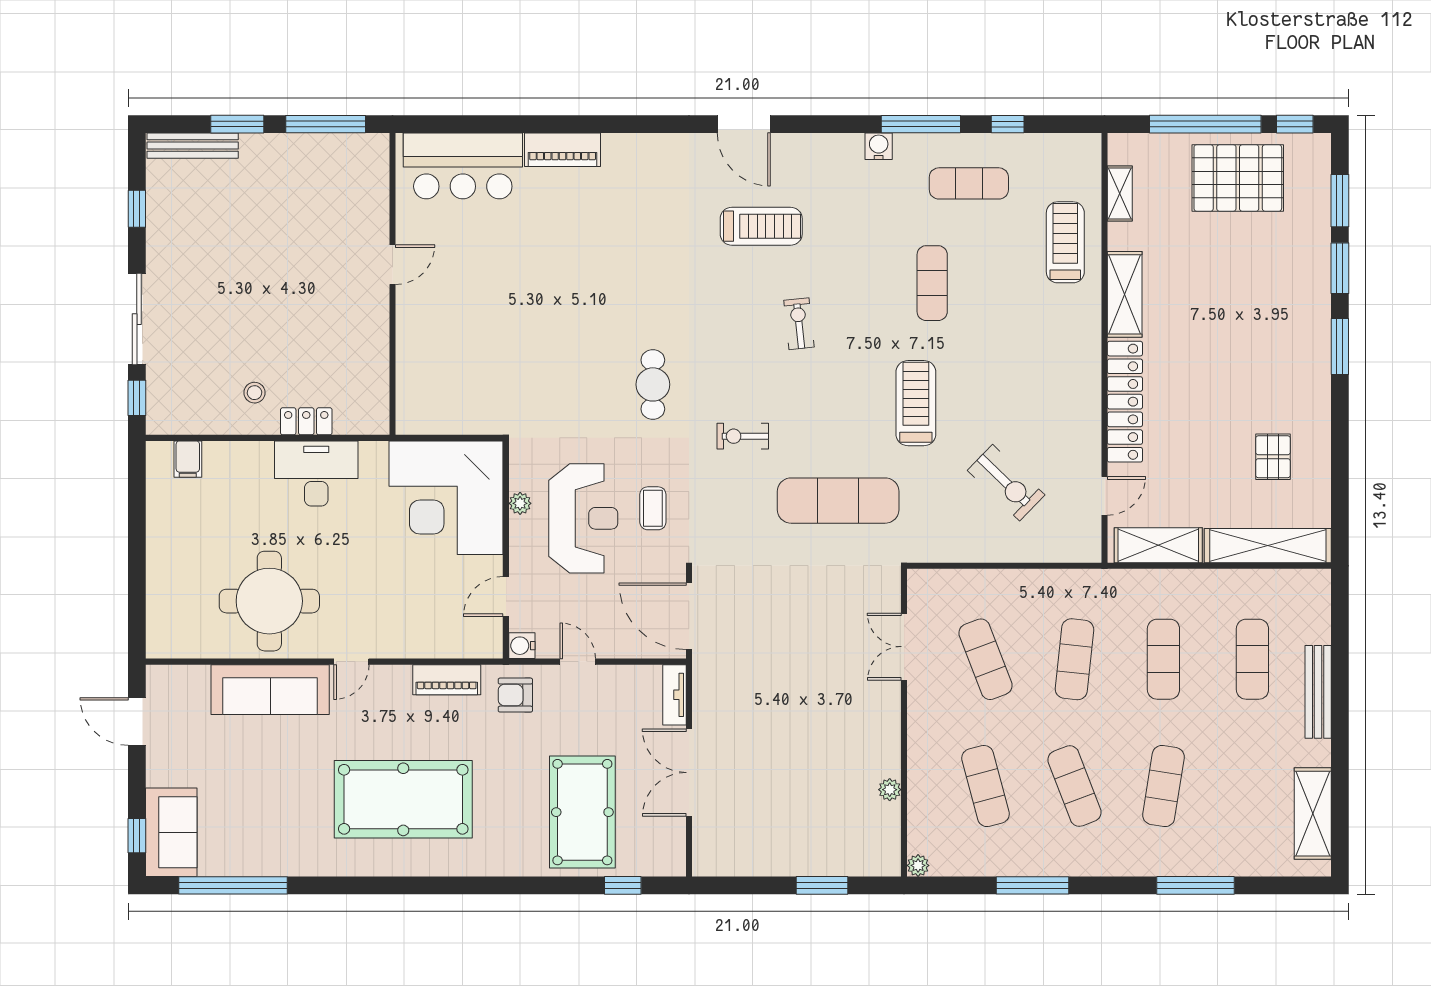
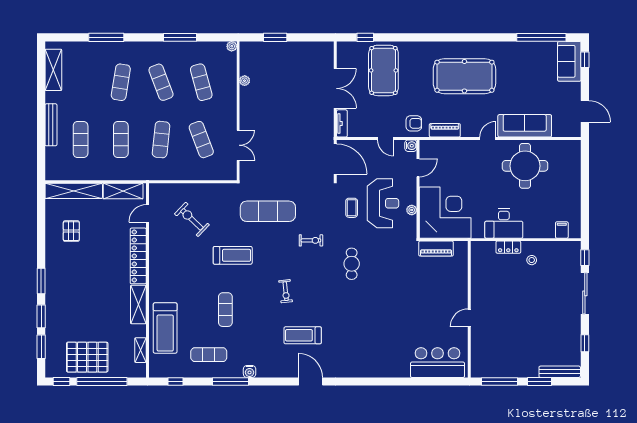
window: (1008, 124) -> (175, 381), moved
piano: (563, 150) -> (436, 249), moved, turned 180
treadmill: (1065, 242) -> (165, 328), width x1.37, depth x1.38
treadmill: (916, 403) -> (233, 255), turned -90
reception desk: (583, 518) -> (383, 203), turned 180

